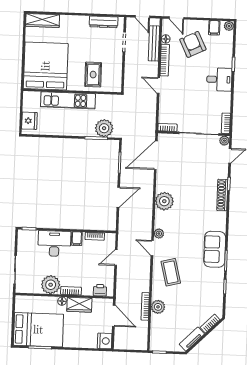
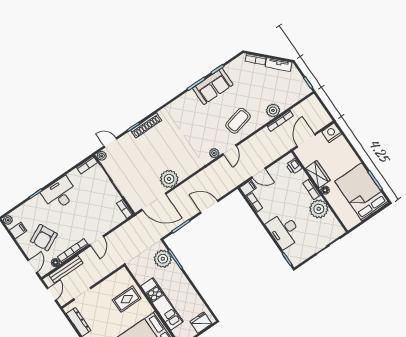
desk: (219, 79) -> (60, 194), width x1.37
plant: (164, 201) -> (169, 179), moved
filing cabinet: (77, 239) -> (248, 188), moved
sofa: (215, 249) -> (213, 86), moved

